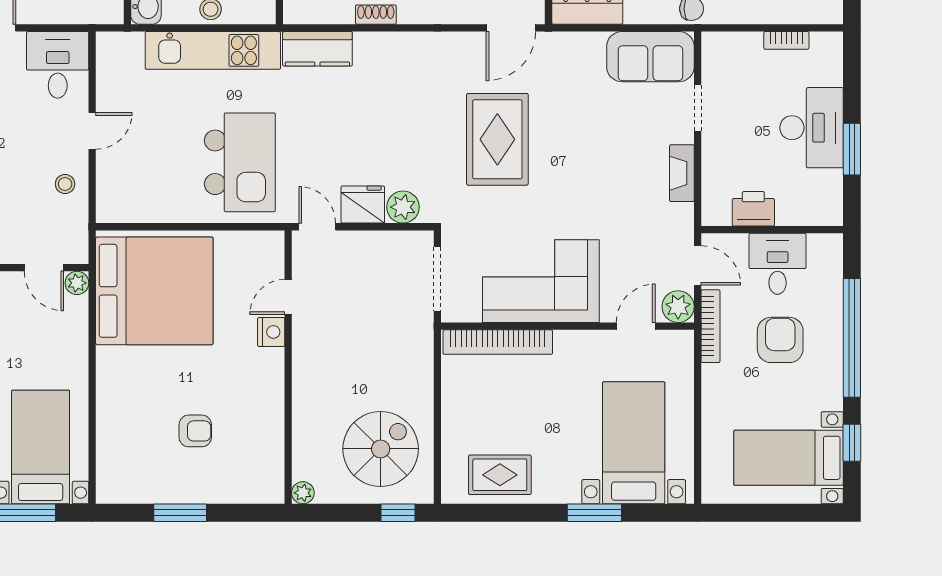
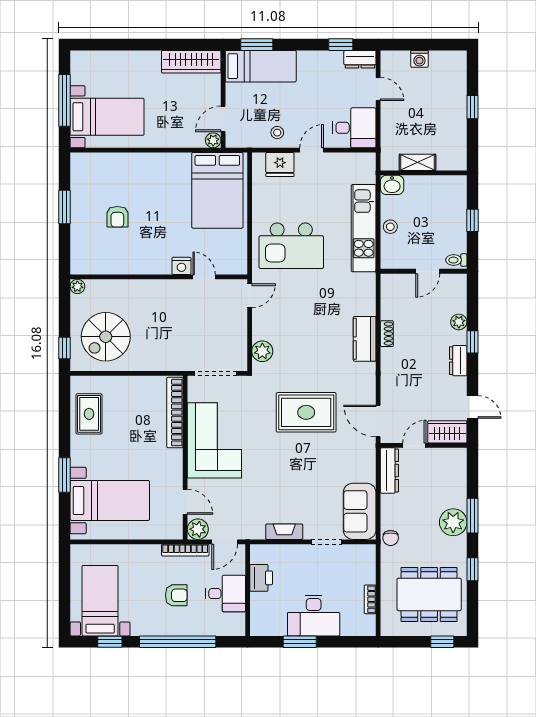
kitchen counter: (317, 49) -> (365, 339), moved
door: (92, 131) -> (312, 150), swing flipped
fridge: (363, 205) -> (280, 165), moved, turned 90
bed: (154, 291) -> (217, 190), width x0.73
armchair: (780, 340) -> (176, 595), width x0.72, depth x0.72
spiral stairs: (381, 449) -> (106, 337), turned 90

